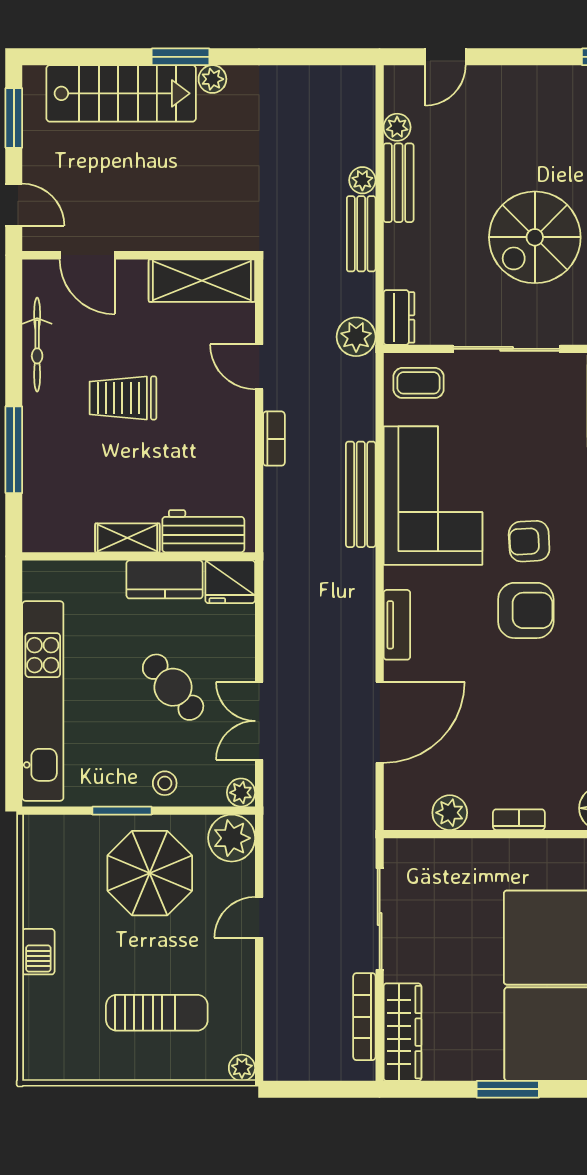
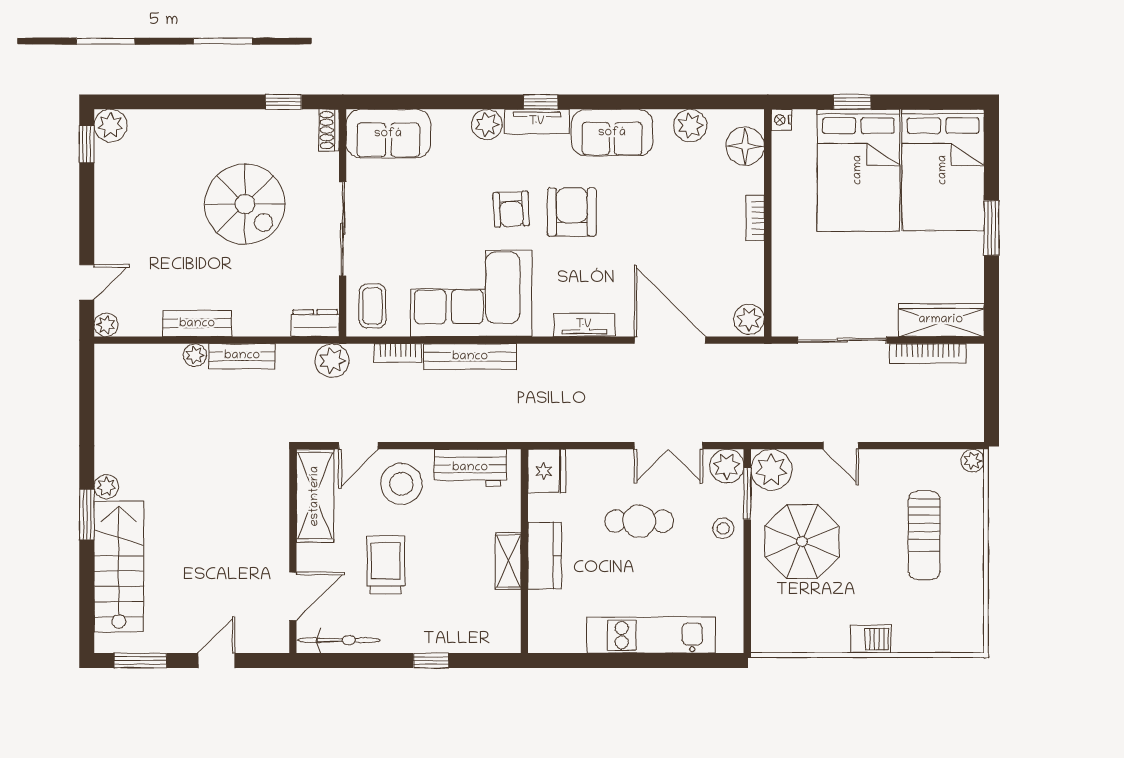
door: (446, 57) -> (87, 282), hinge flipped
plant: (397, 127) -> (106, 325), moved
door: (87, 255) -> (293, 596), moved
wall: (139, 255) -> (293, 551), moved
shelving: (202, 281) -> (315, 496), moved
trolley: (123, 398) -> (386, 565), turned 180
stool: (216, 416) -> (401, 484), added
bookcase: (274, 439) -> (398, 353), moved, turned 180
window: (14, 450) -> (431, 661), width x0.46
workbench: (203, 531) -> (470, 468), moved, turned -90
kitchen counter: (165, 579) -> (545, 556), moved
cafe table: (173, 687) -> (639, 521), turned 41
kitchen unit: (43, 701) -> (651, 635), width x0.73
plant: (241, 793) -> (727, 466), width x1.38, depth x1.38
window: (122, 811) -> (747, 493), moved
plant: (450, 813) -> (749, 319), moved
sun lounger: (157, 1013) -> (924, 535), turned 180

